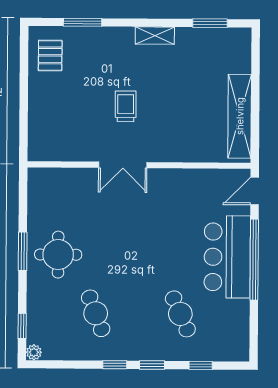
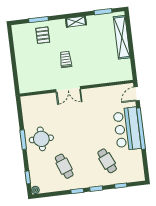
pallet: (50, 55) -> (43, 35), moved
shelving: (240, 116) -> (122, 37), moved

